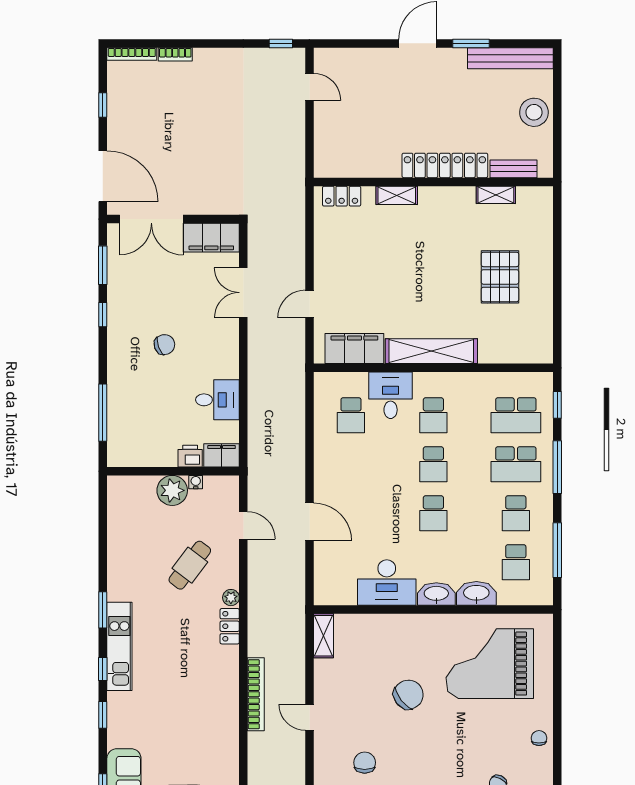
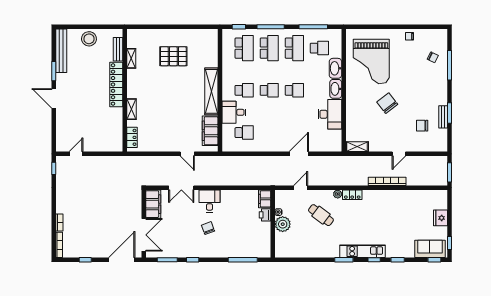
desk: (217, 400) -> (209, 201), moved
school desk: (516, 513) -> (294, 48), width x1.85

